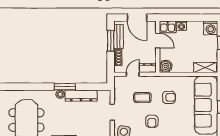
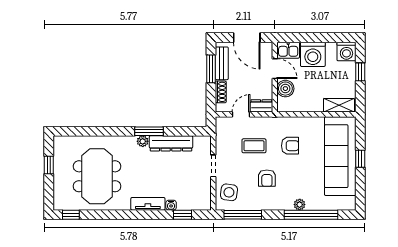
washing machine: (182, 26) -> (313, 54), width x1.89, depth x1.89
boiler: (166, 66) -> (285, 89), moved

